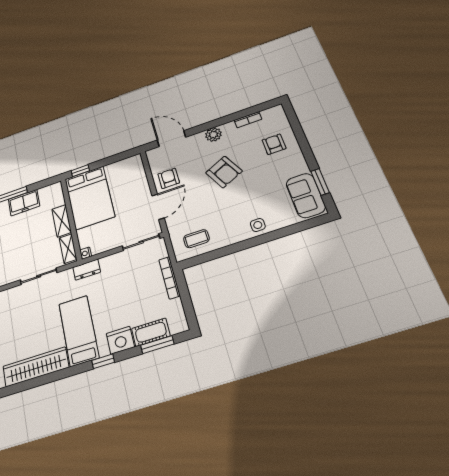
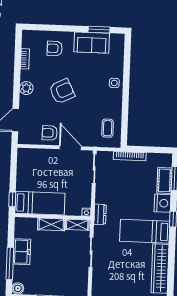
sofa: (306, 195) -> (92, 43), moved
bed: (89, 198) -> (40, 203), width x0.67

